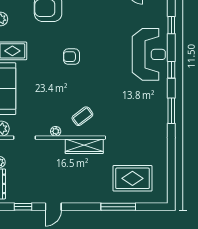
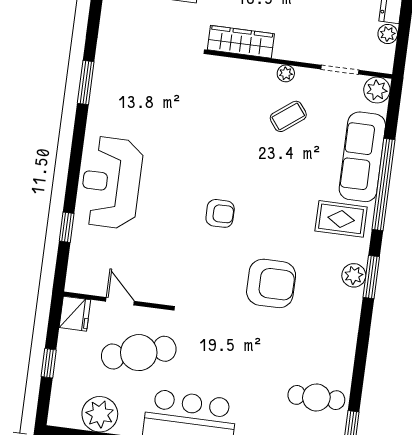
armchair: (71, 57) -> (220, 213), moved
window: (171, 70) -> (77, 152), removed
coffee table: (82, 116) -> (288, 116), moved

